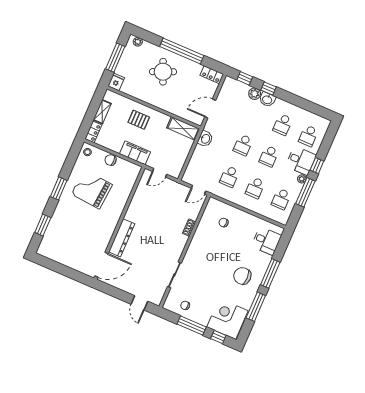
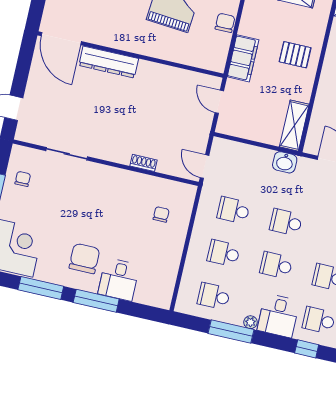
pallet: (139, 120) -> (295, 55), turned 90
window: (317, 166) -> (307, 349), moved
desk: (266, 241) -> (119, 279), moved

